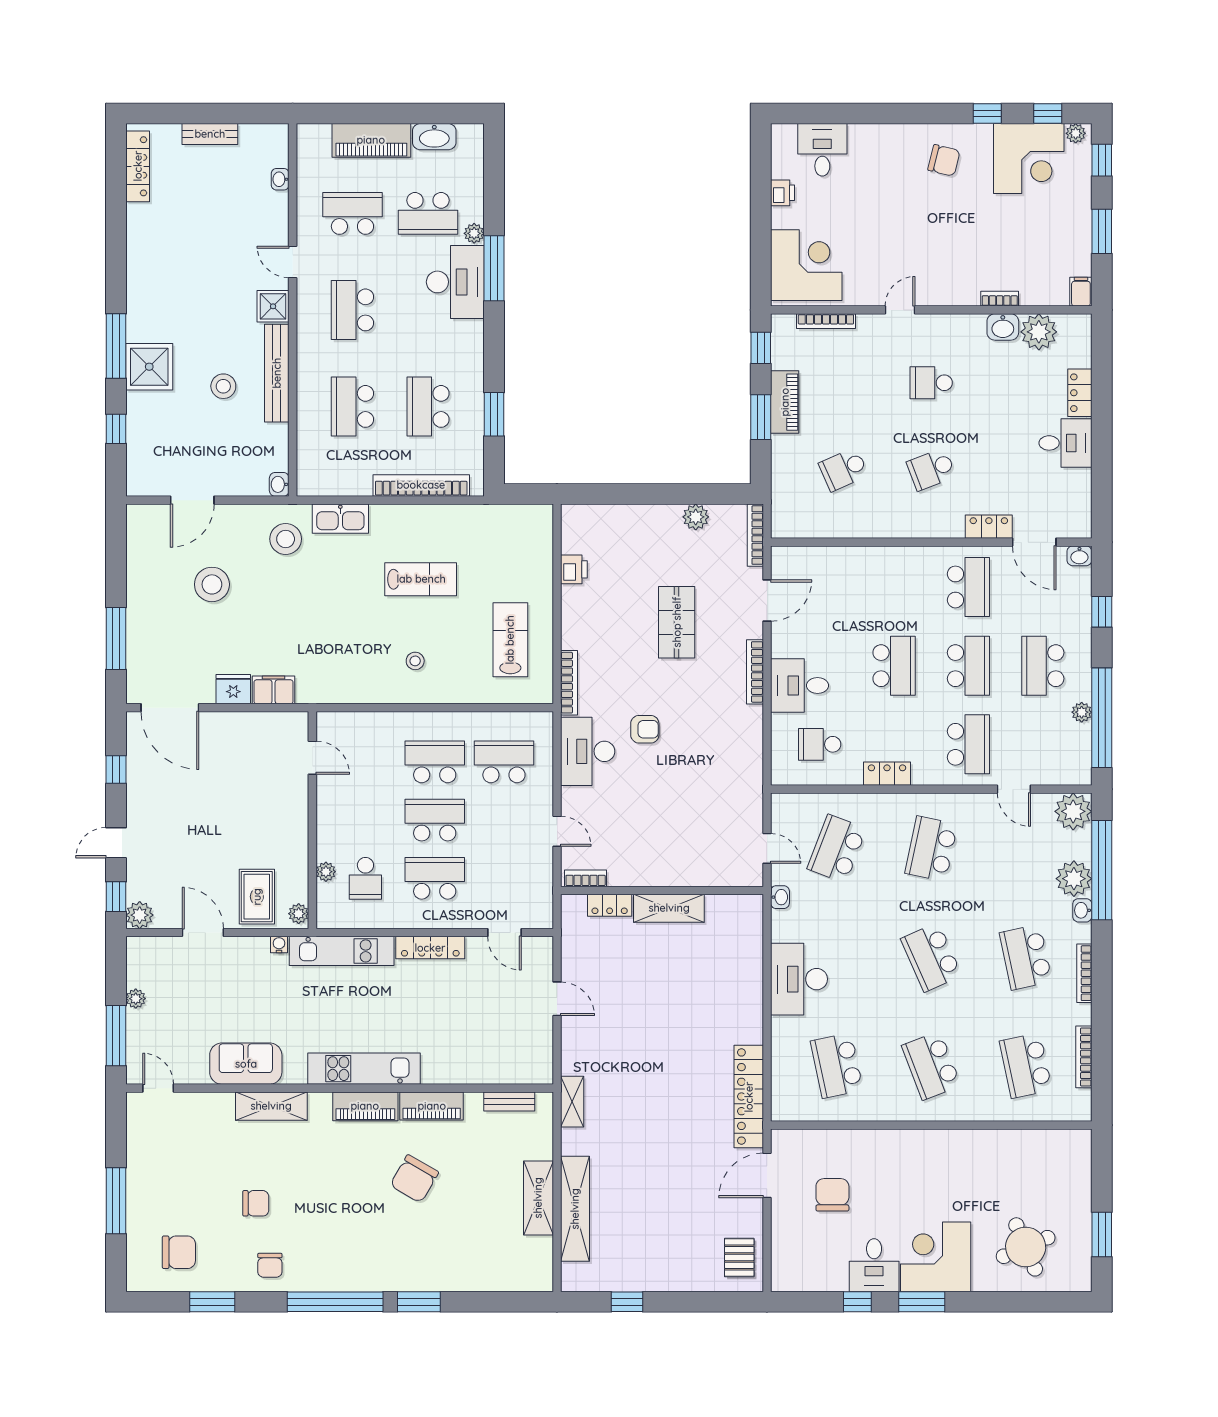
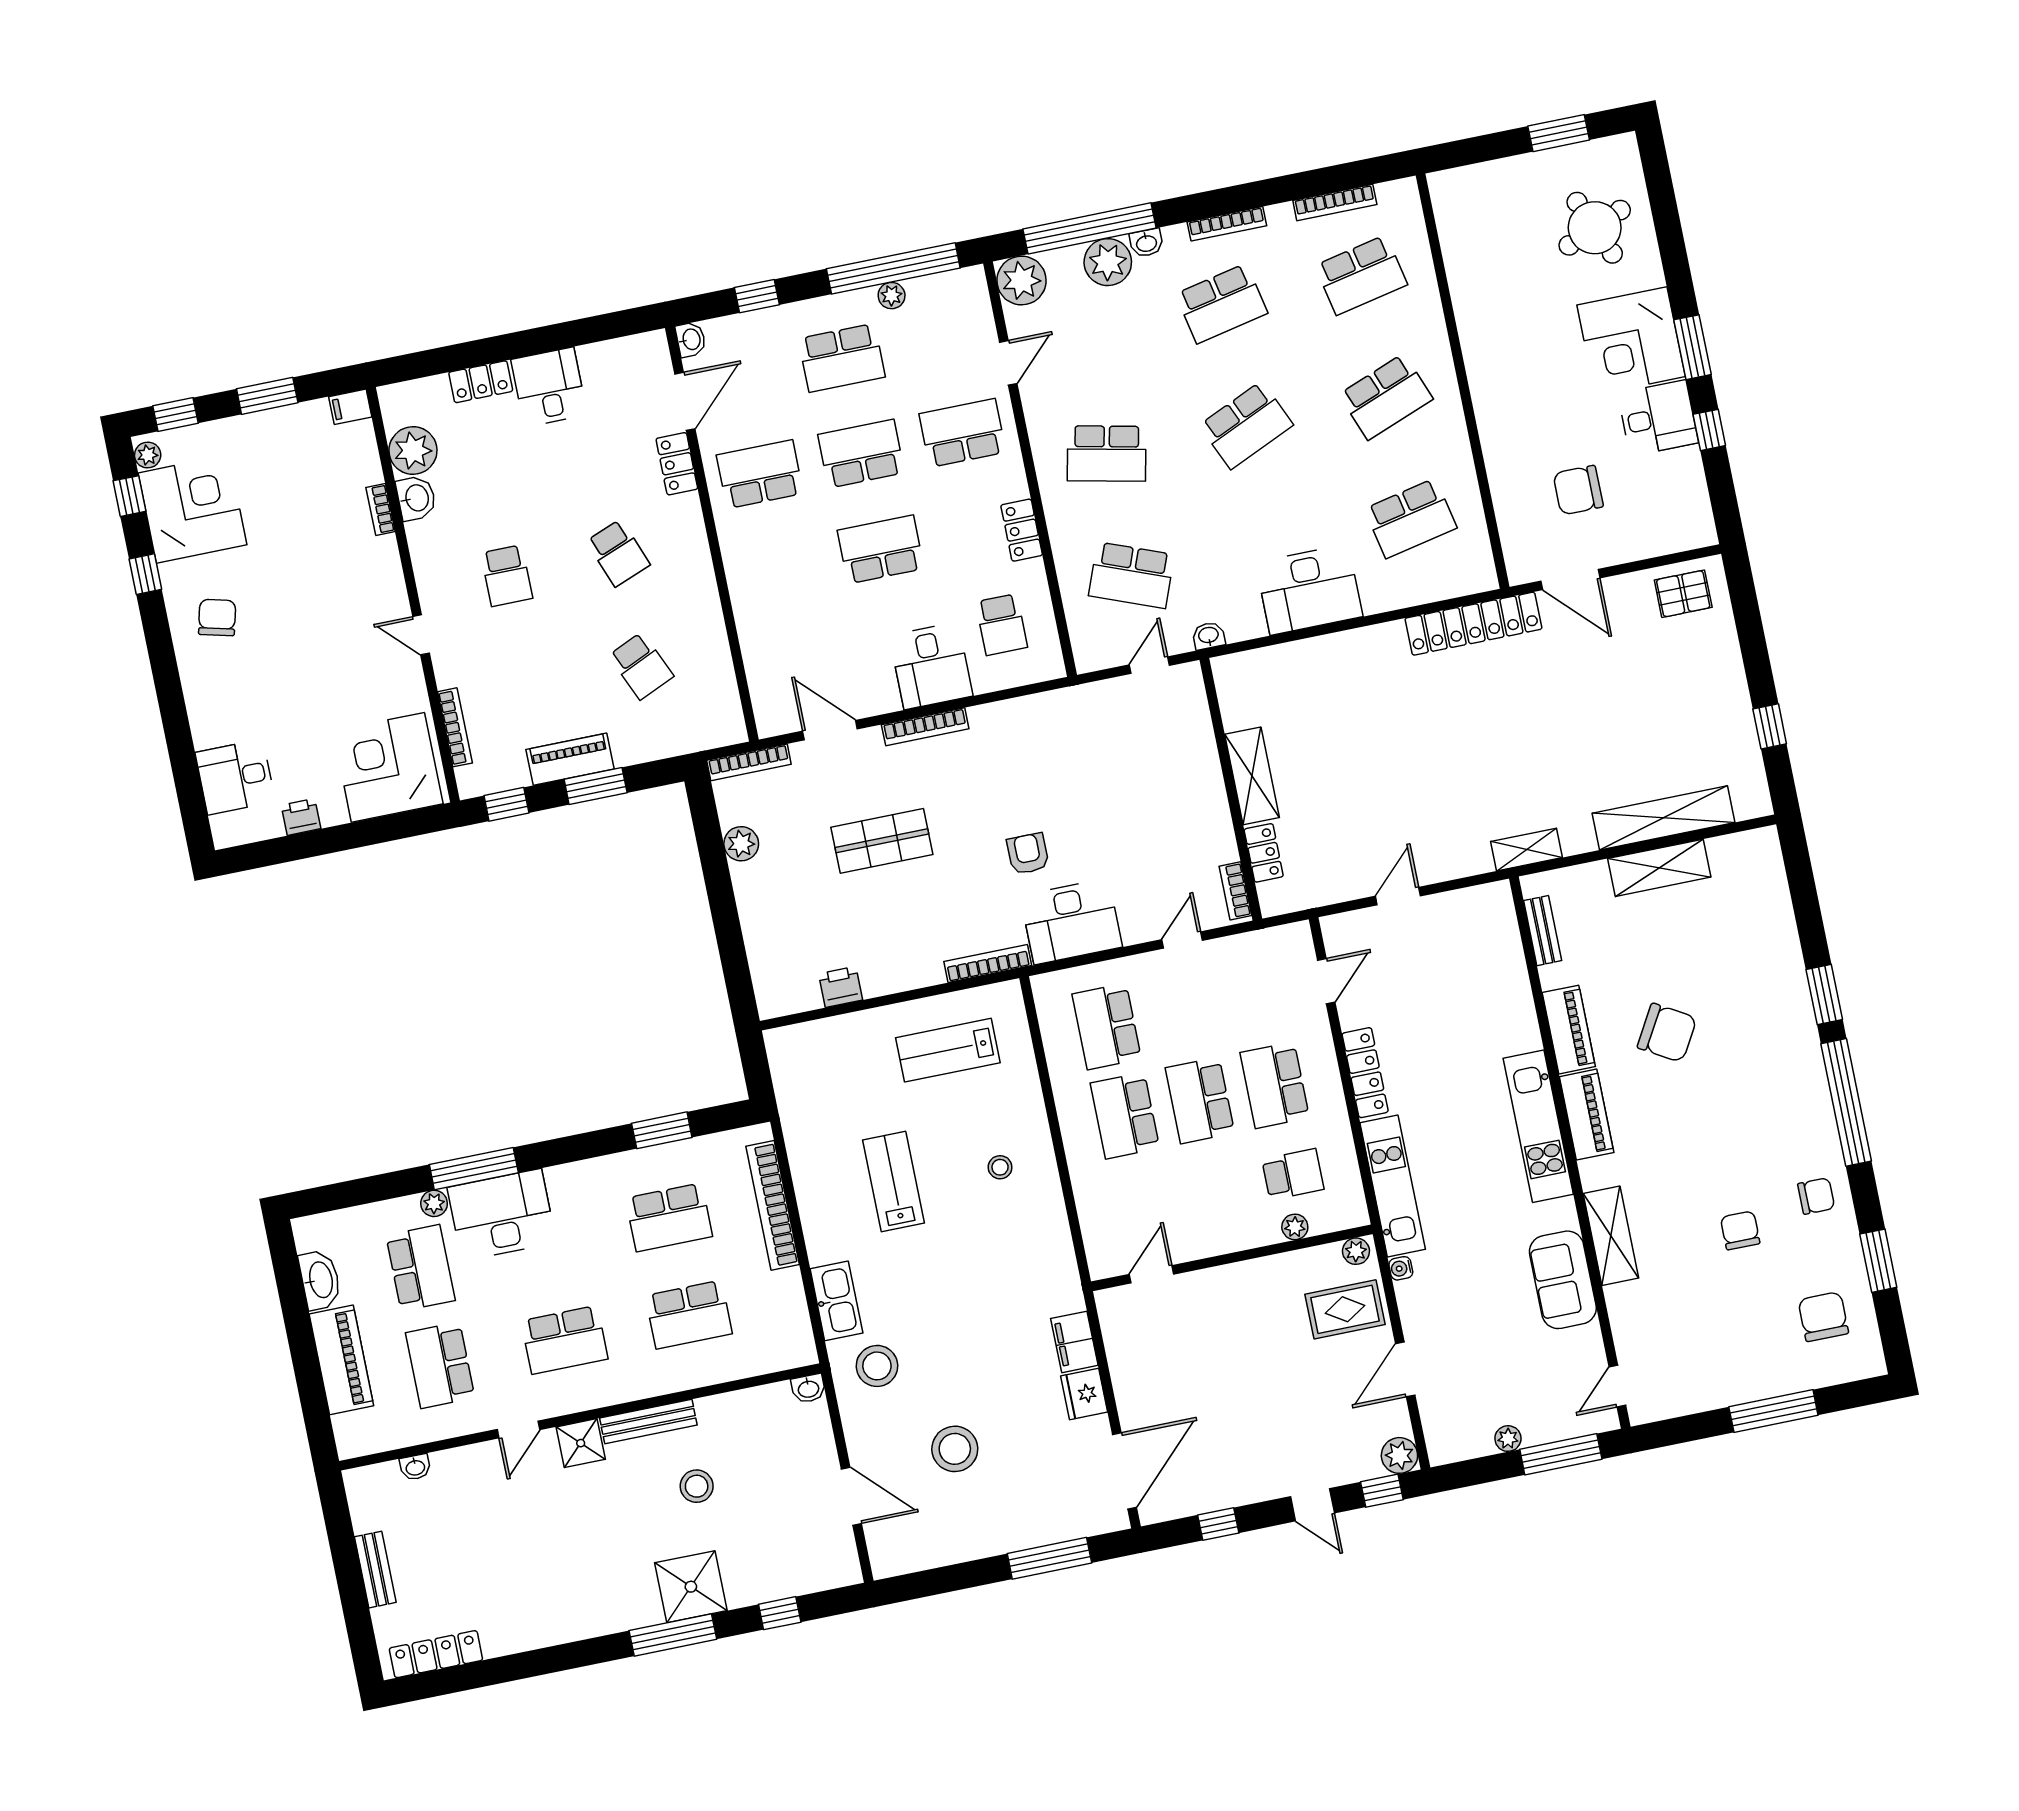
bench: (277, 373) -> (648, 1421), width x0.73, depth x0.82

